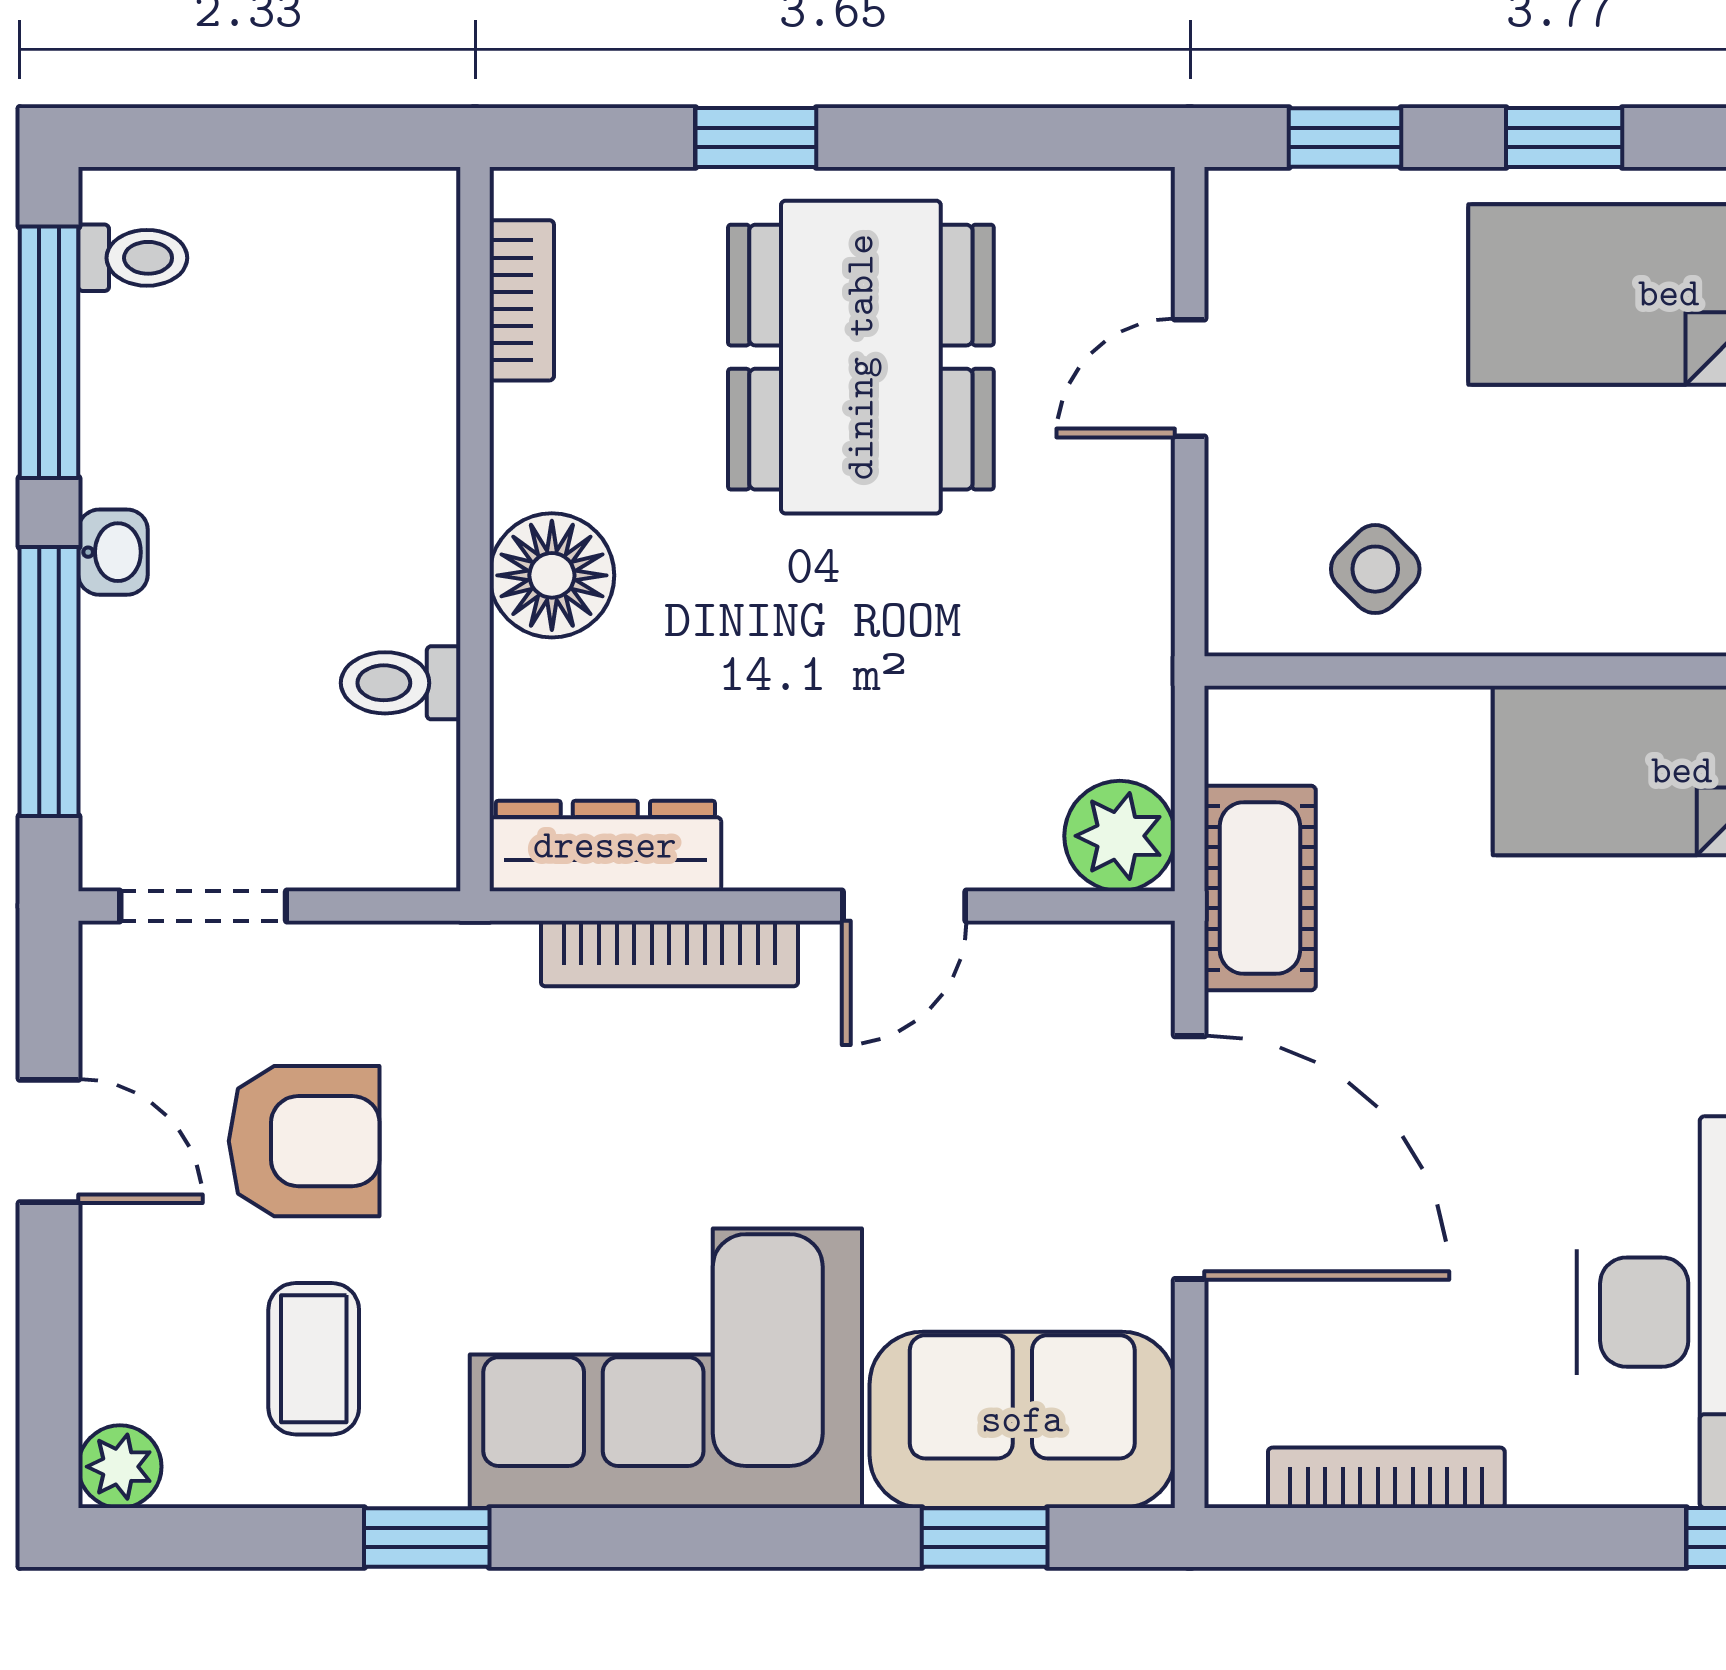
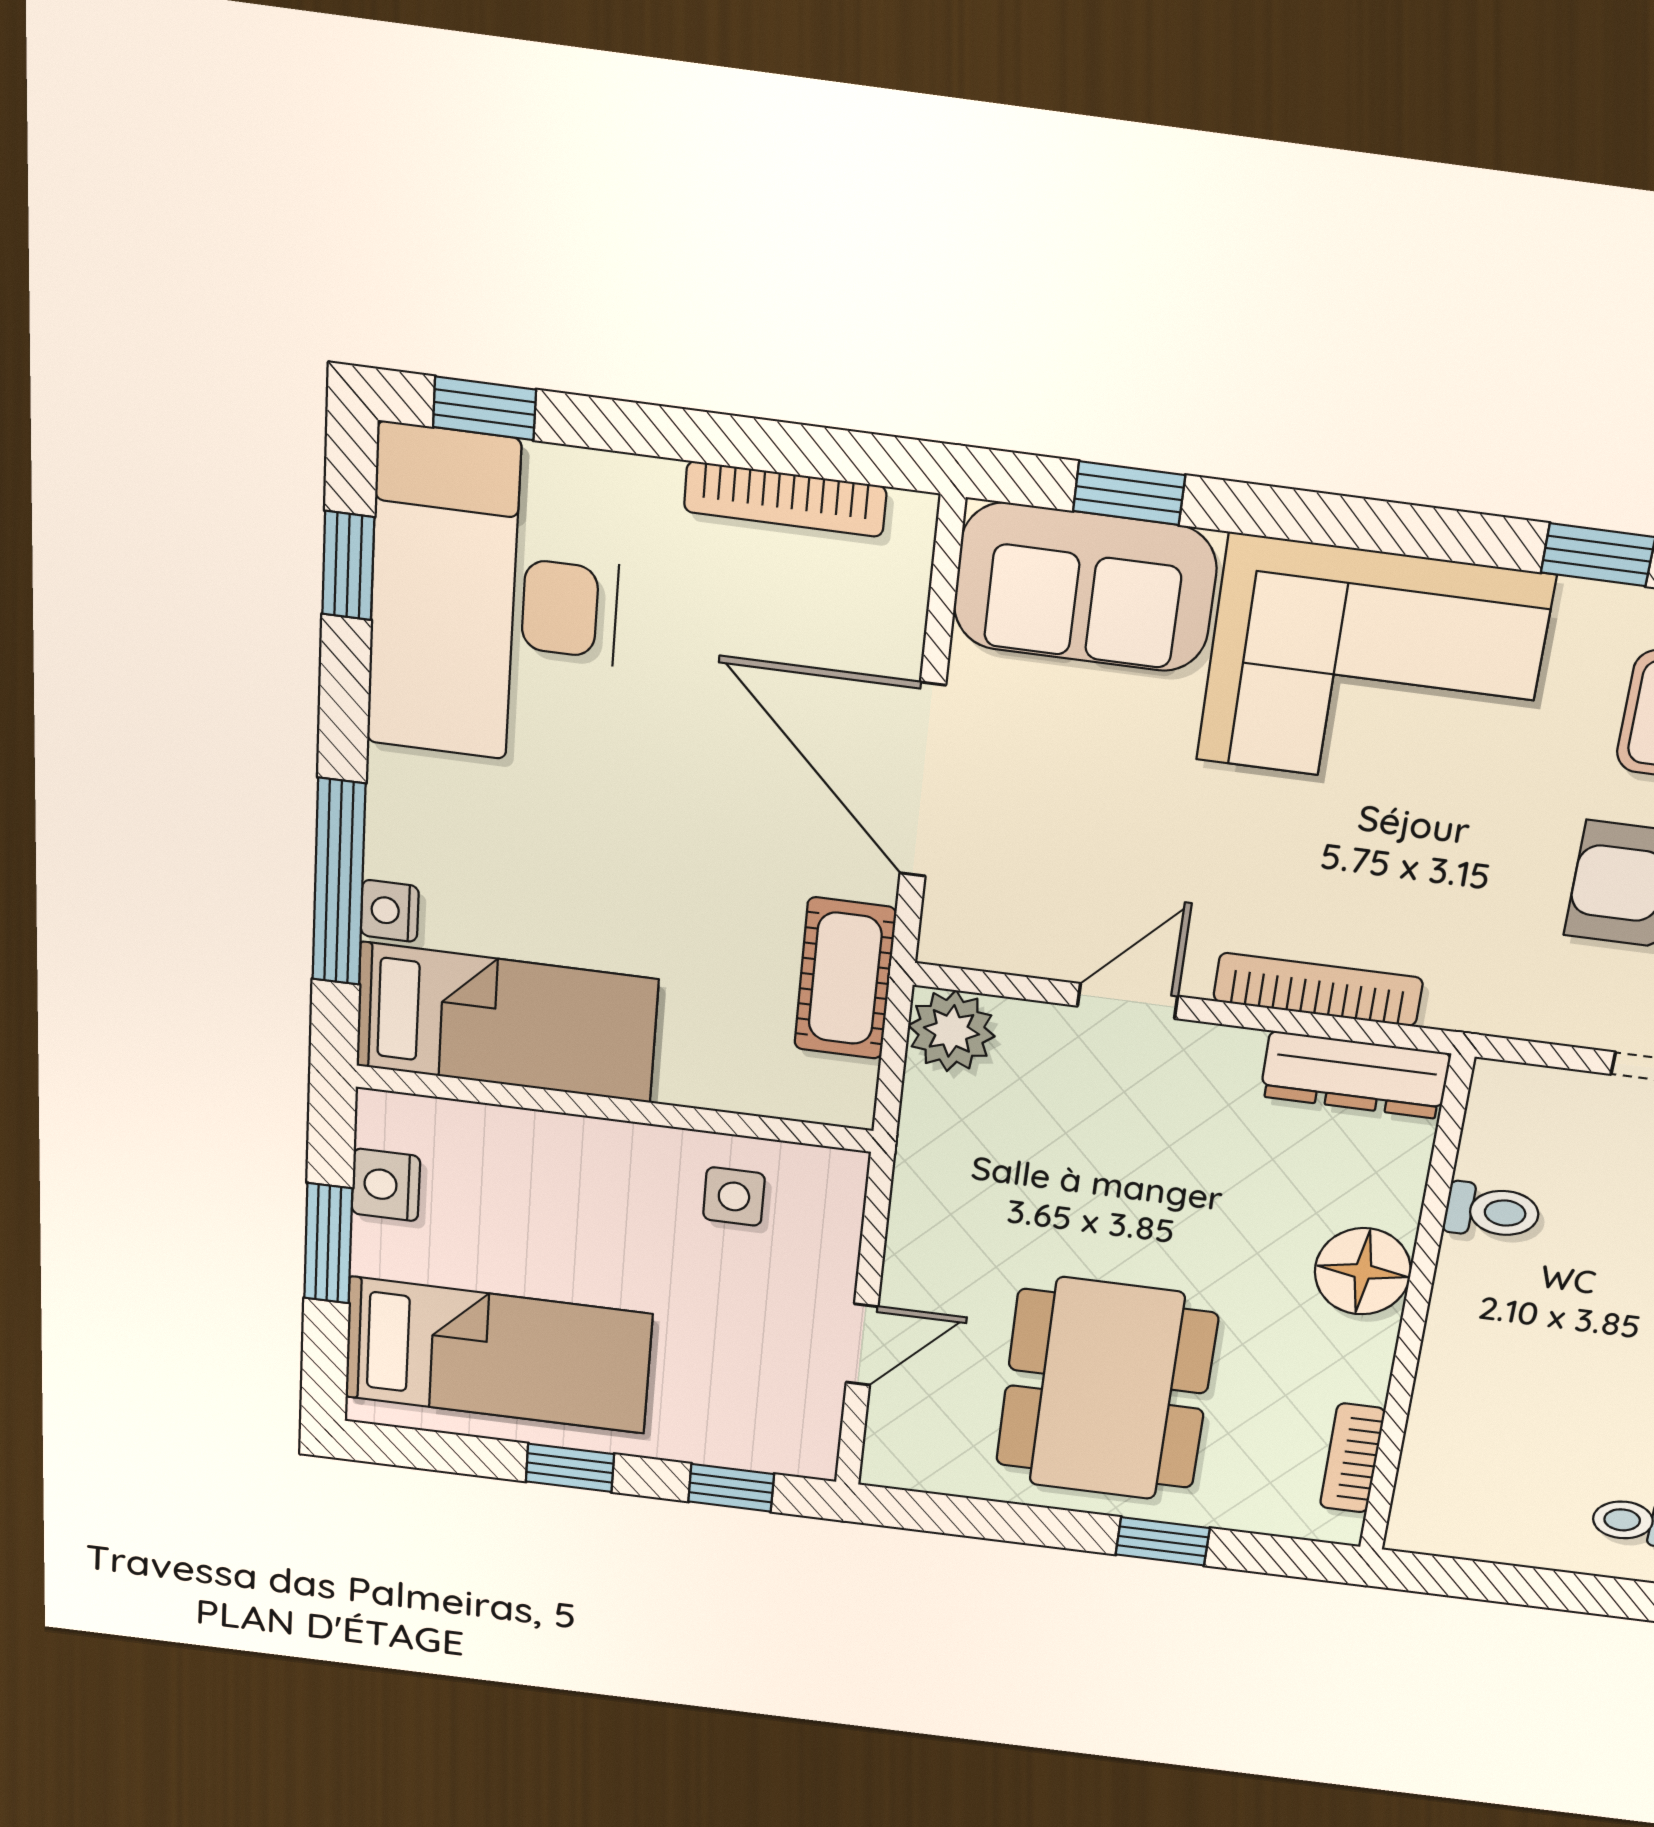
side table: (1375, 569) -> (734, 1196), turned 45

